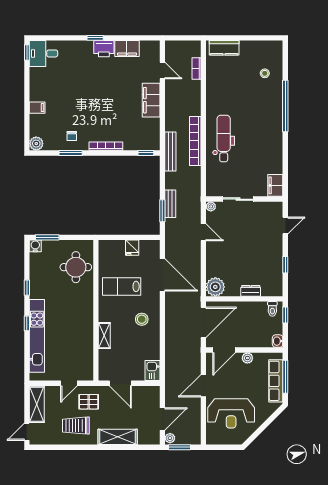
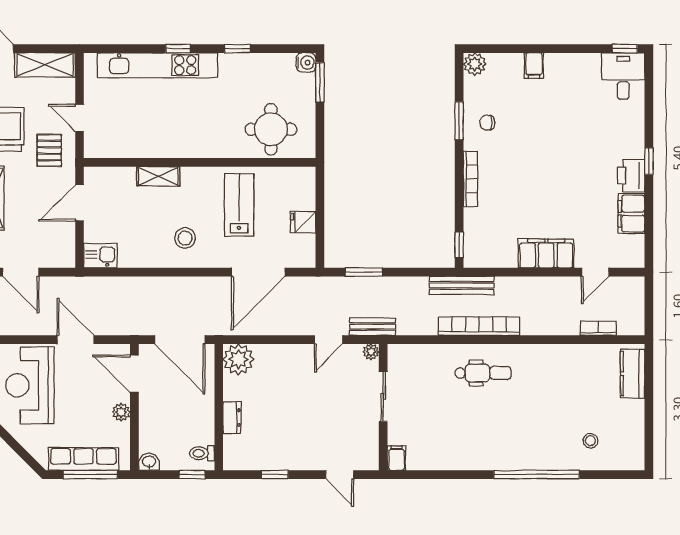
dental chair: (224, 138) -> (483, 373), width x0.73, depth x0.72
filing cabinet: (275, 185) -> (397, 458), width x0.50
bench: (170, 204) -> (373, 327), moved

